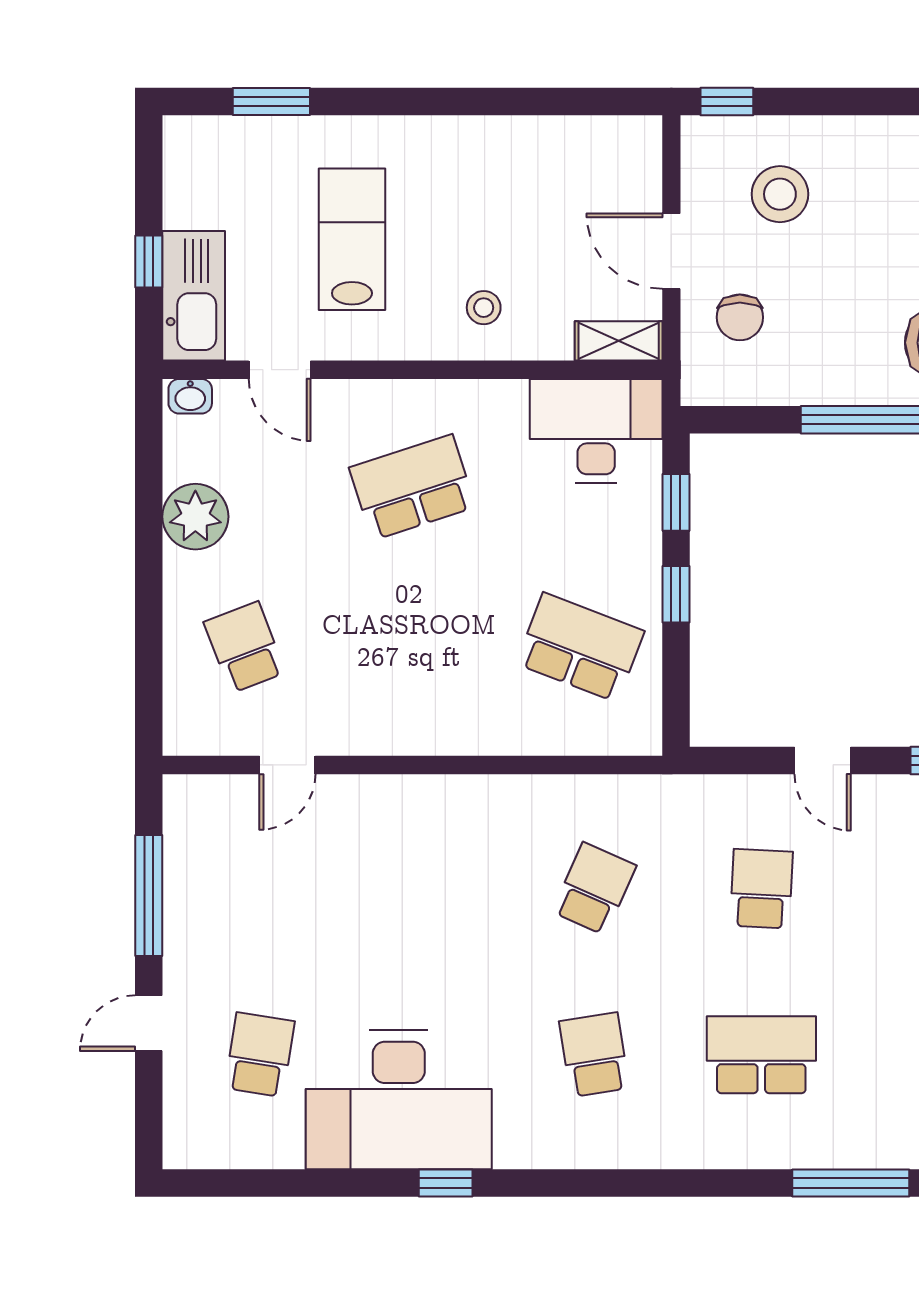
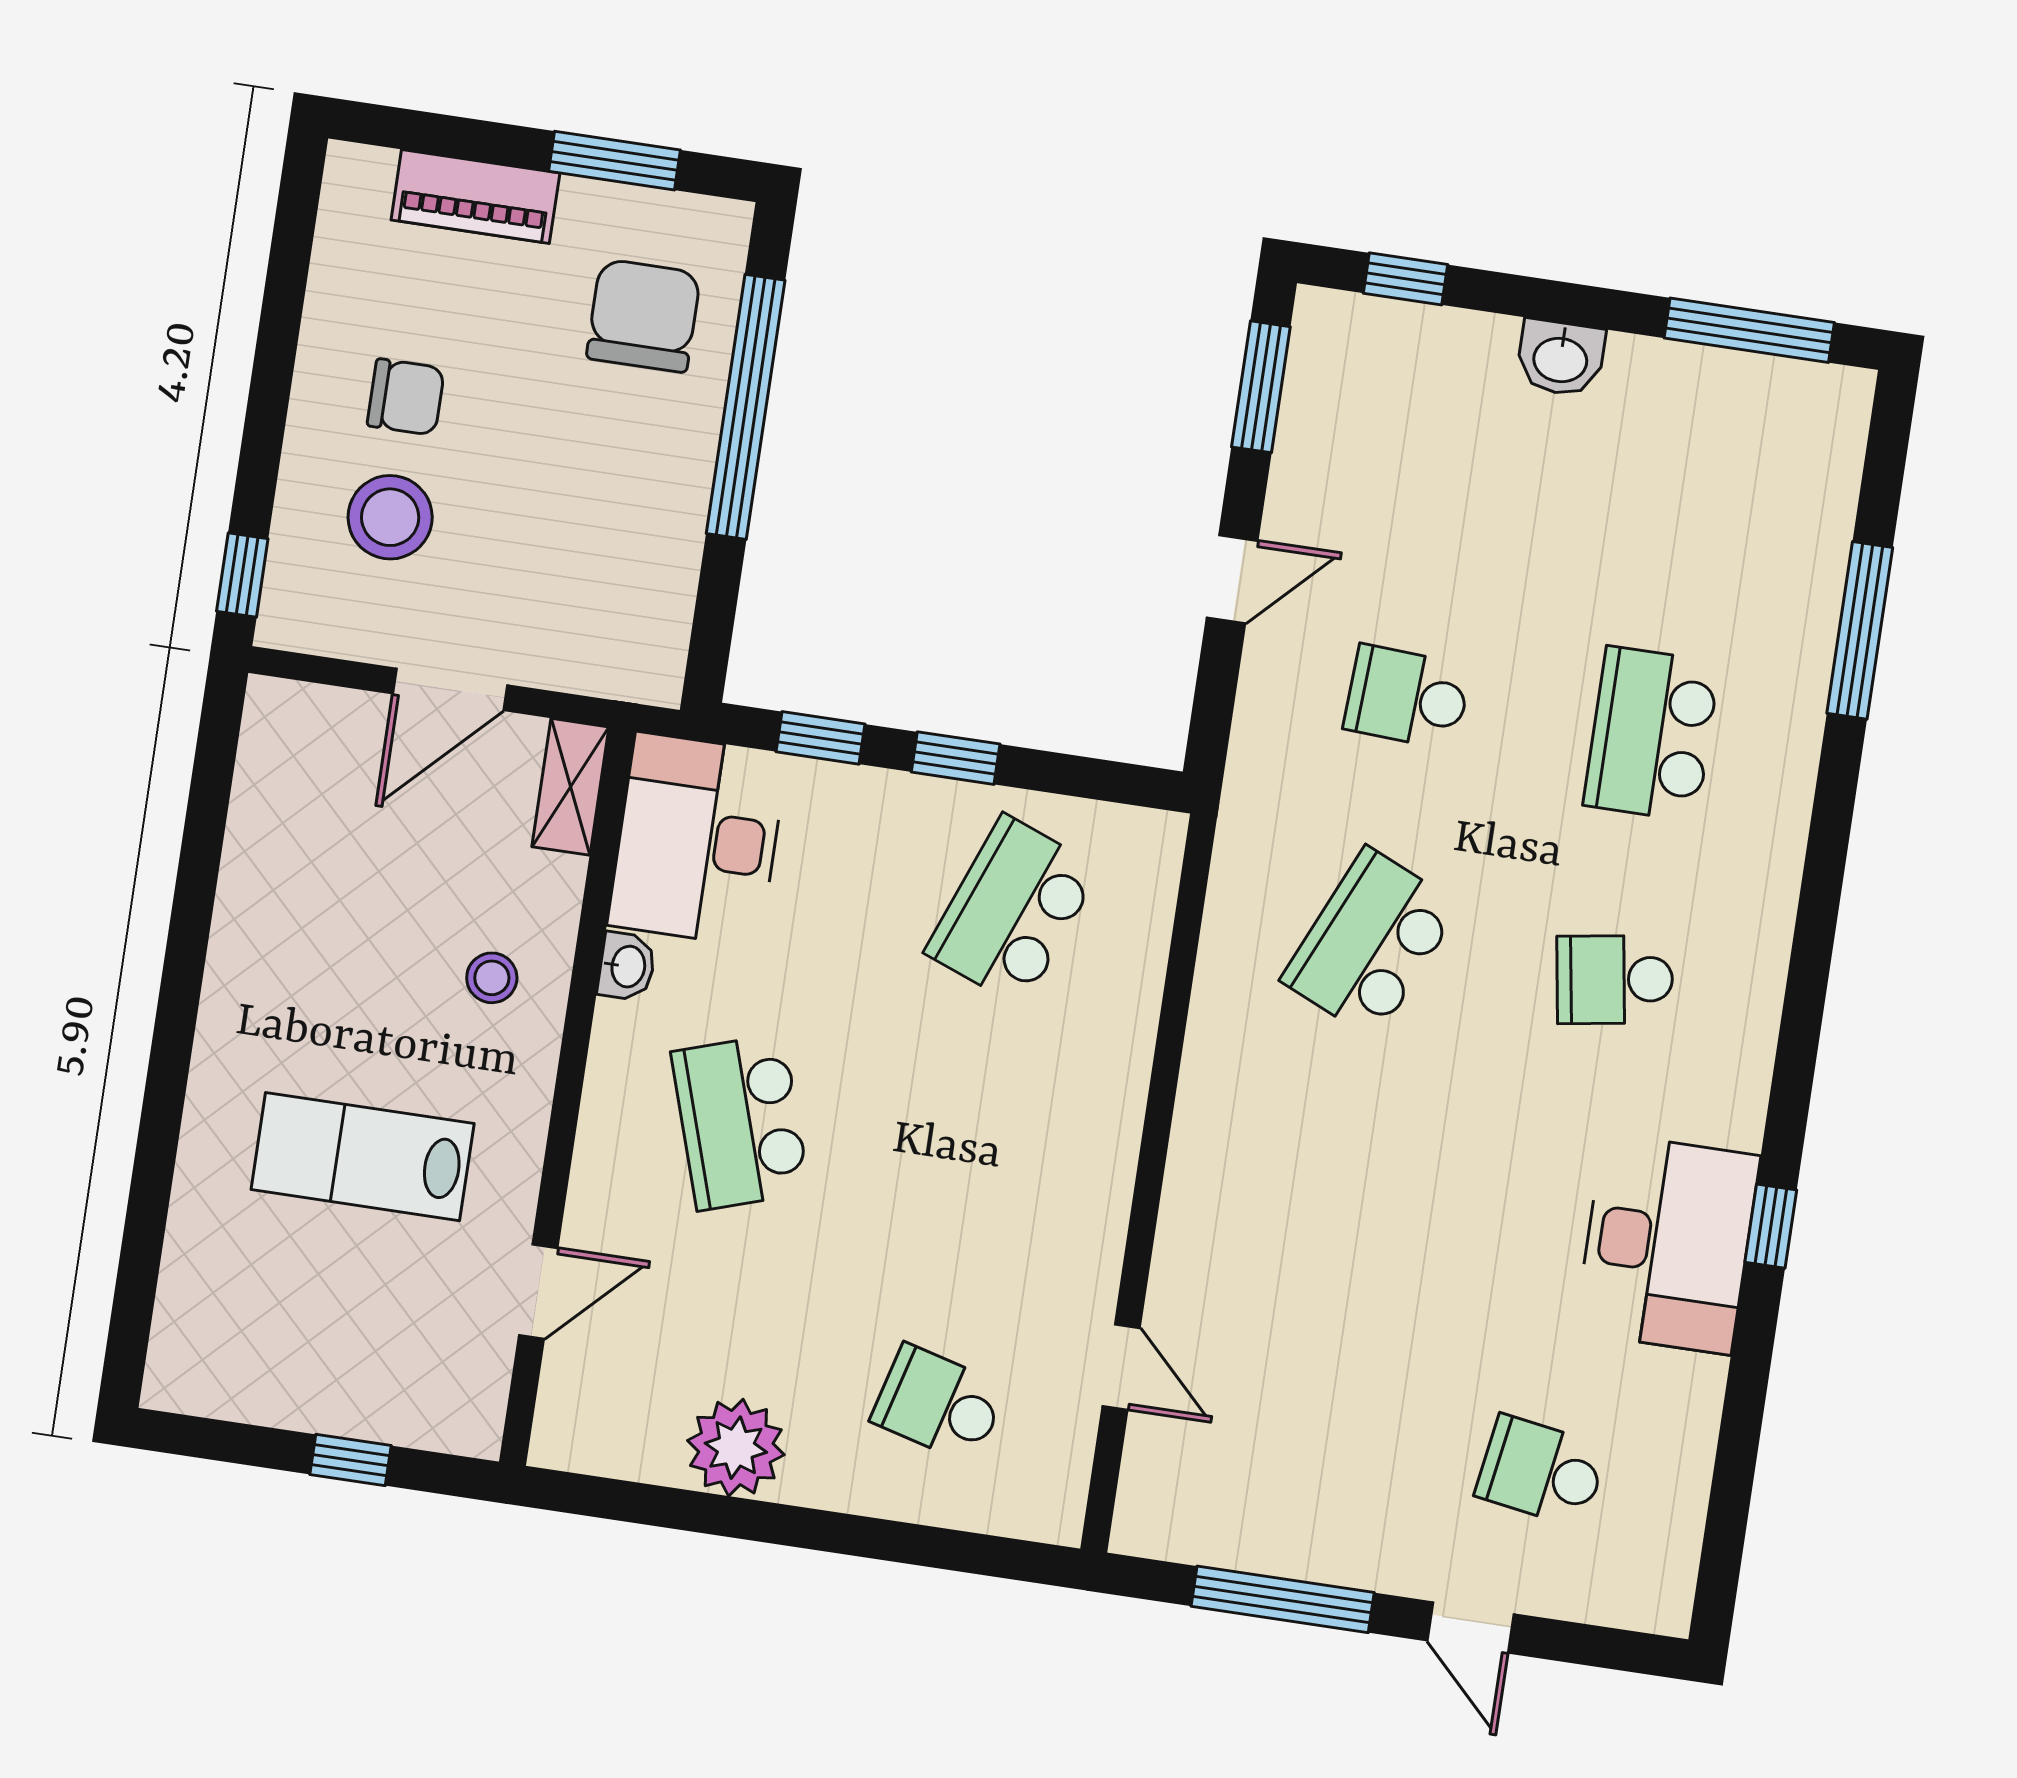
window: (271, 102) -> (142, 1245), removed
kitchen sink: (194, 296) -> (411, 1402), removed
chair: (740, 317) -> (406, 397), moved
washbasin: (190, 396) -> (627, 966), moved
school desk: (245, 647) -> (939, 1404), turned 36
school desk: (594, 889) -> (1371, 943), width x1.85
desk: (399, 1100) -> (1667, 1244), width x0.73, depth x0.77

